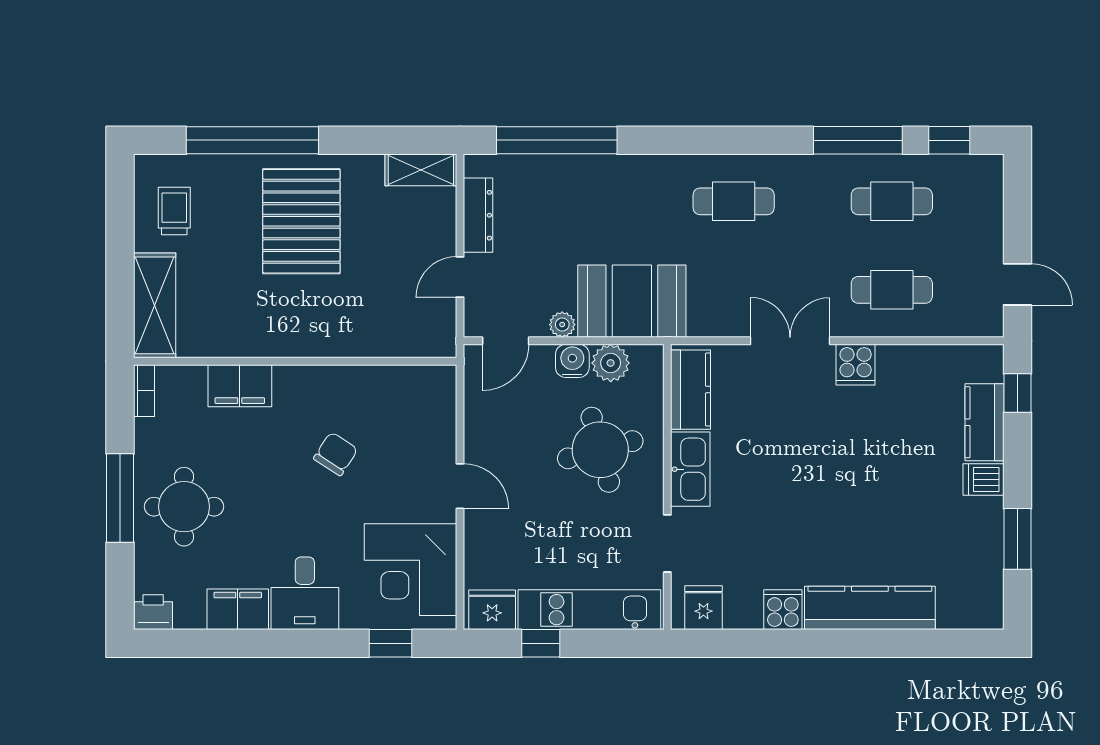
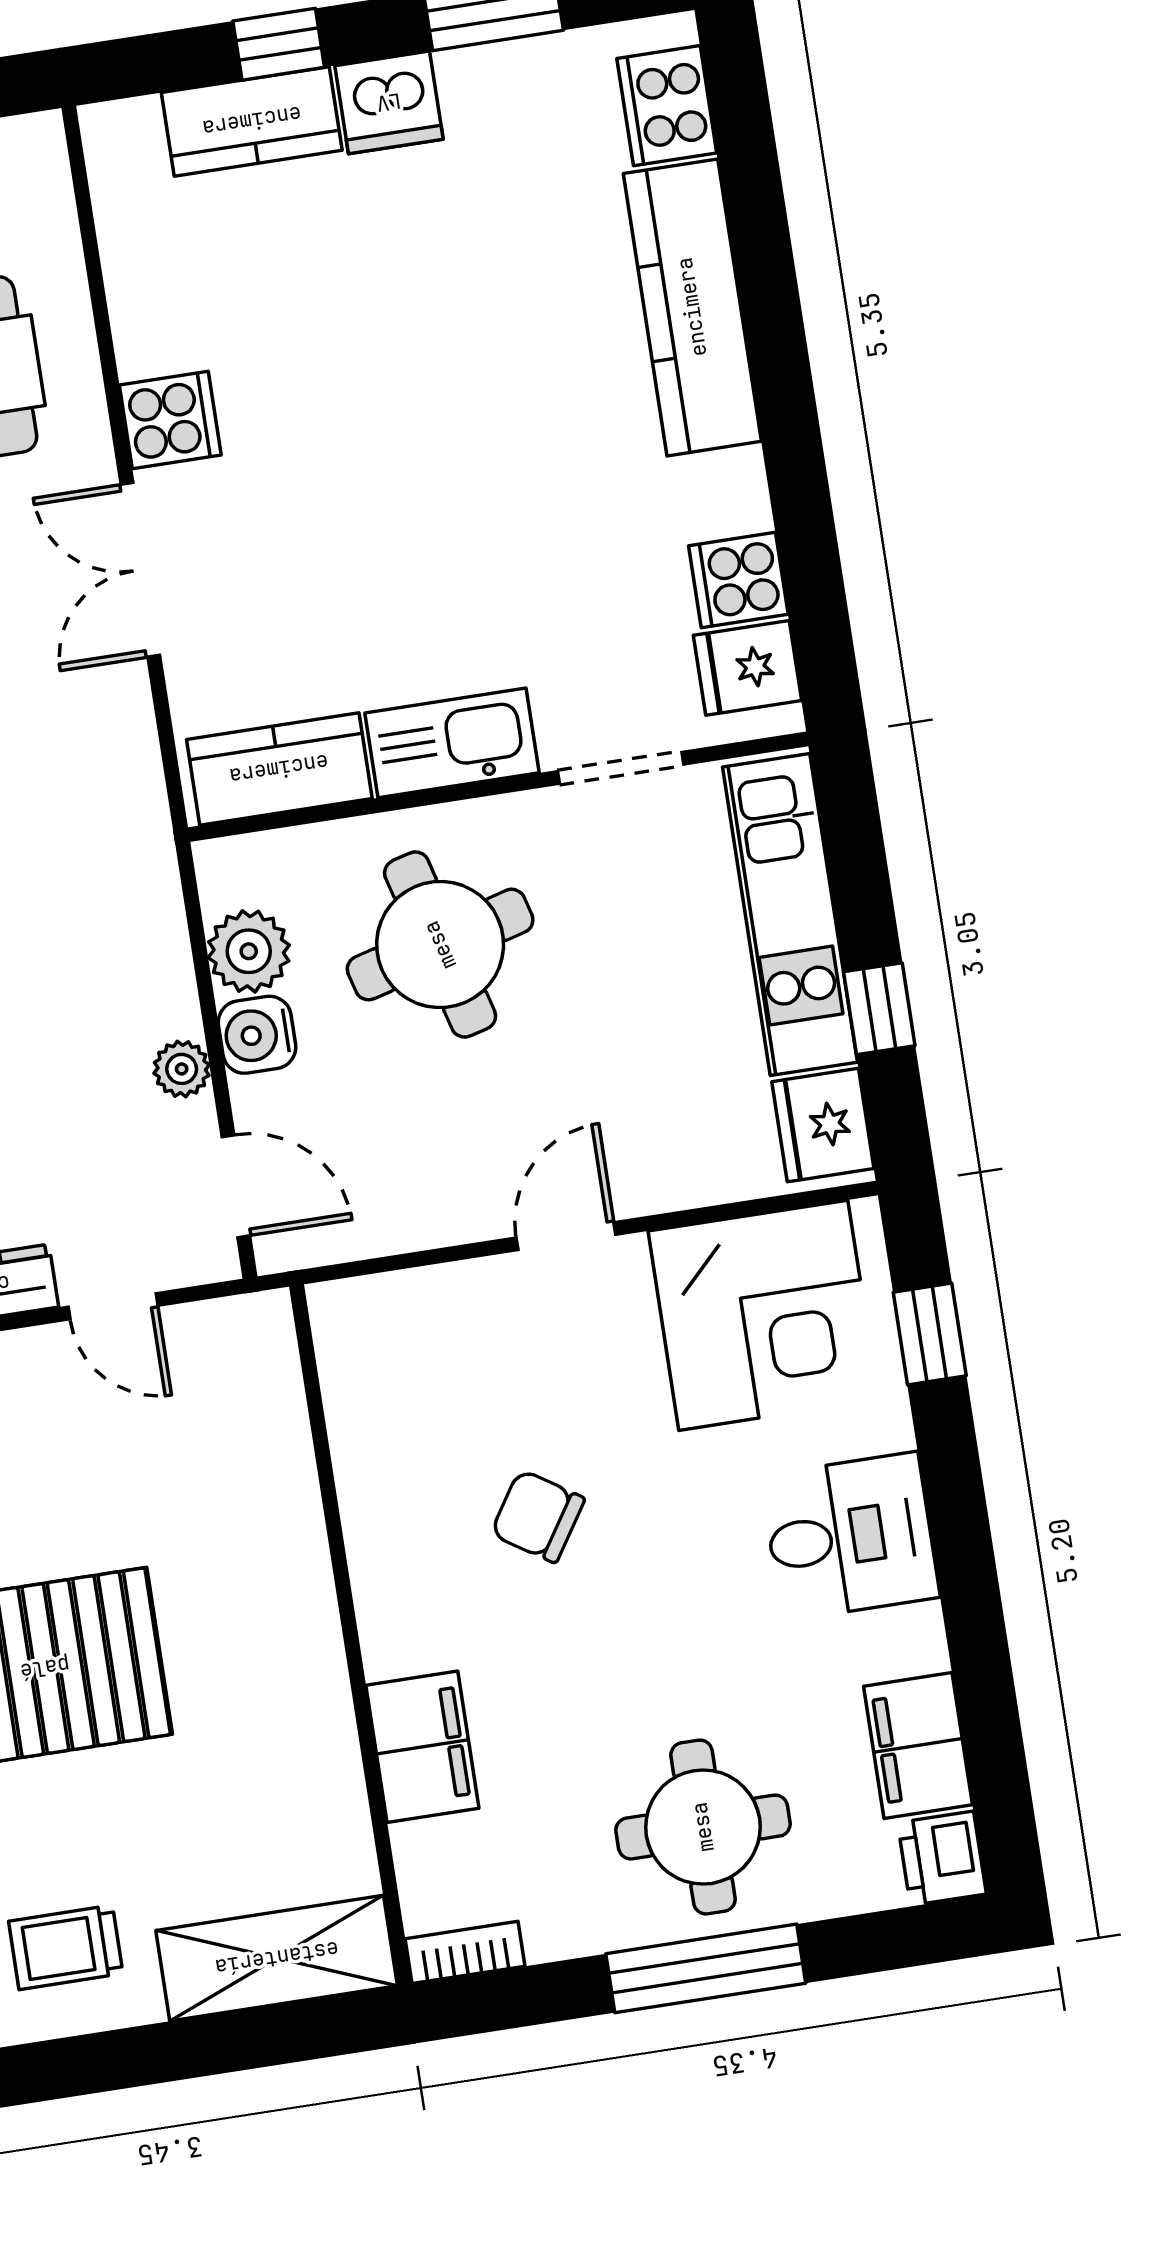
booth: (632, 301) -> (107, 926), removed
window: (1017, 393) -> (279, 44), moved
dishwasher: (983, 480) -> (389, 102), width x1.38
filing cabinet: (238, 609) -> (918, 1746), moved
cooker: (783, 610) -> (738, 580), moved
cooker: (963, 611) -> (667, 106), added

